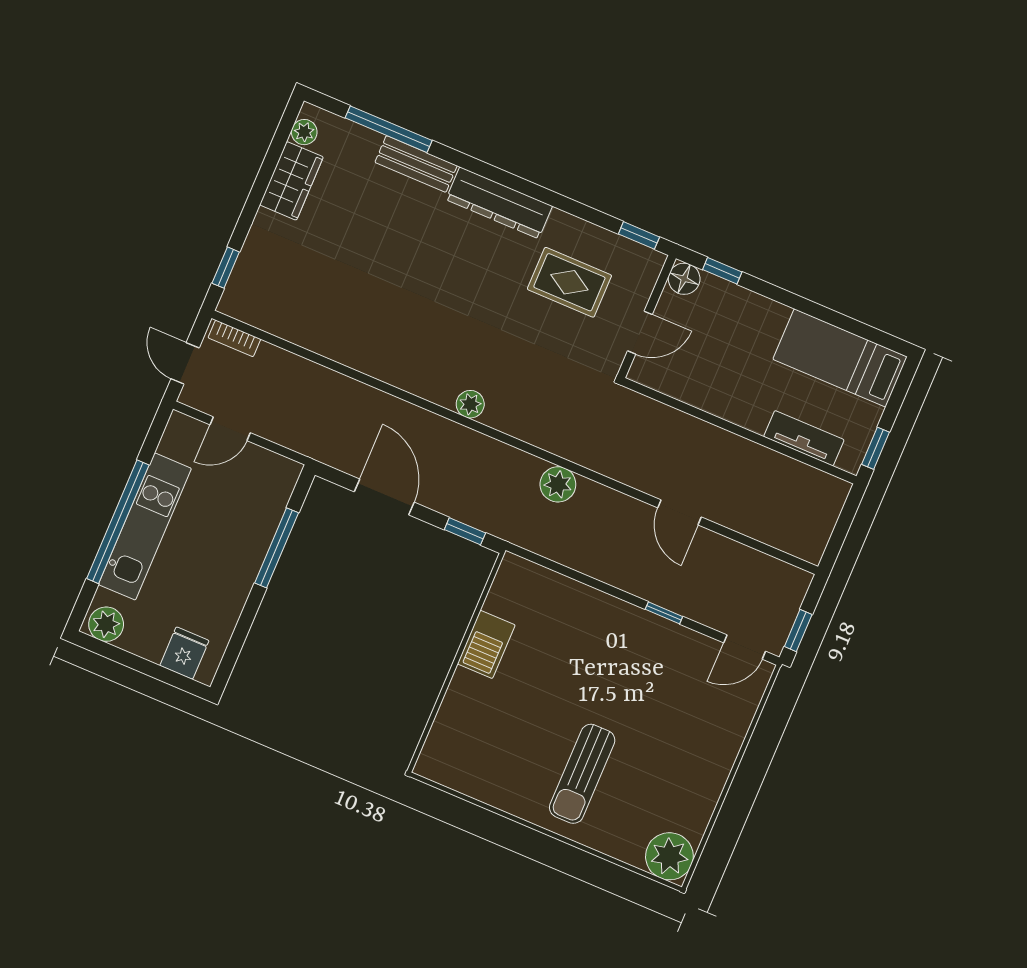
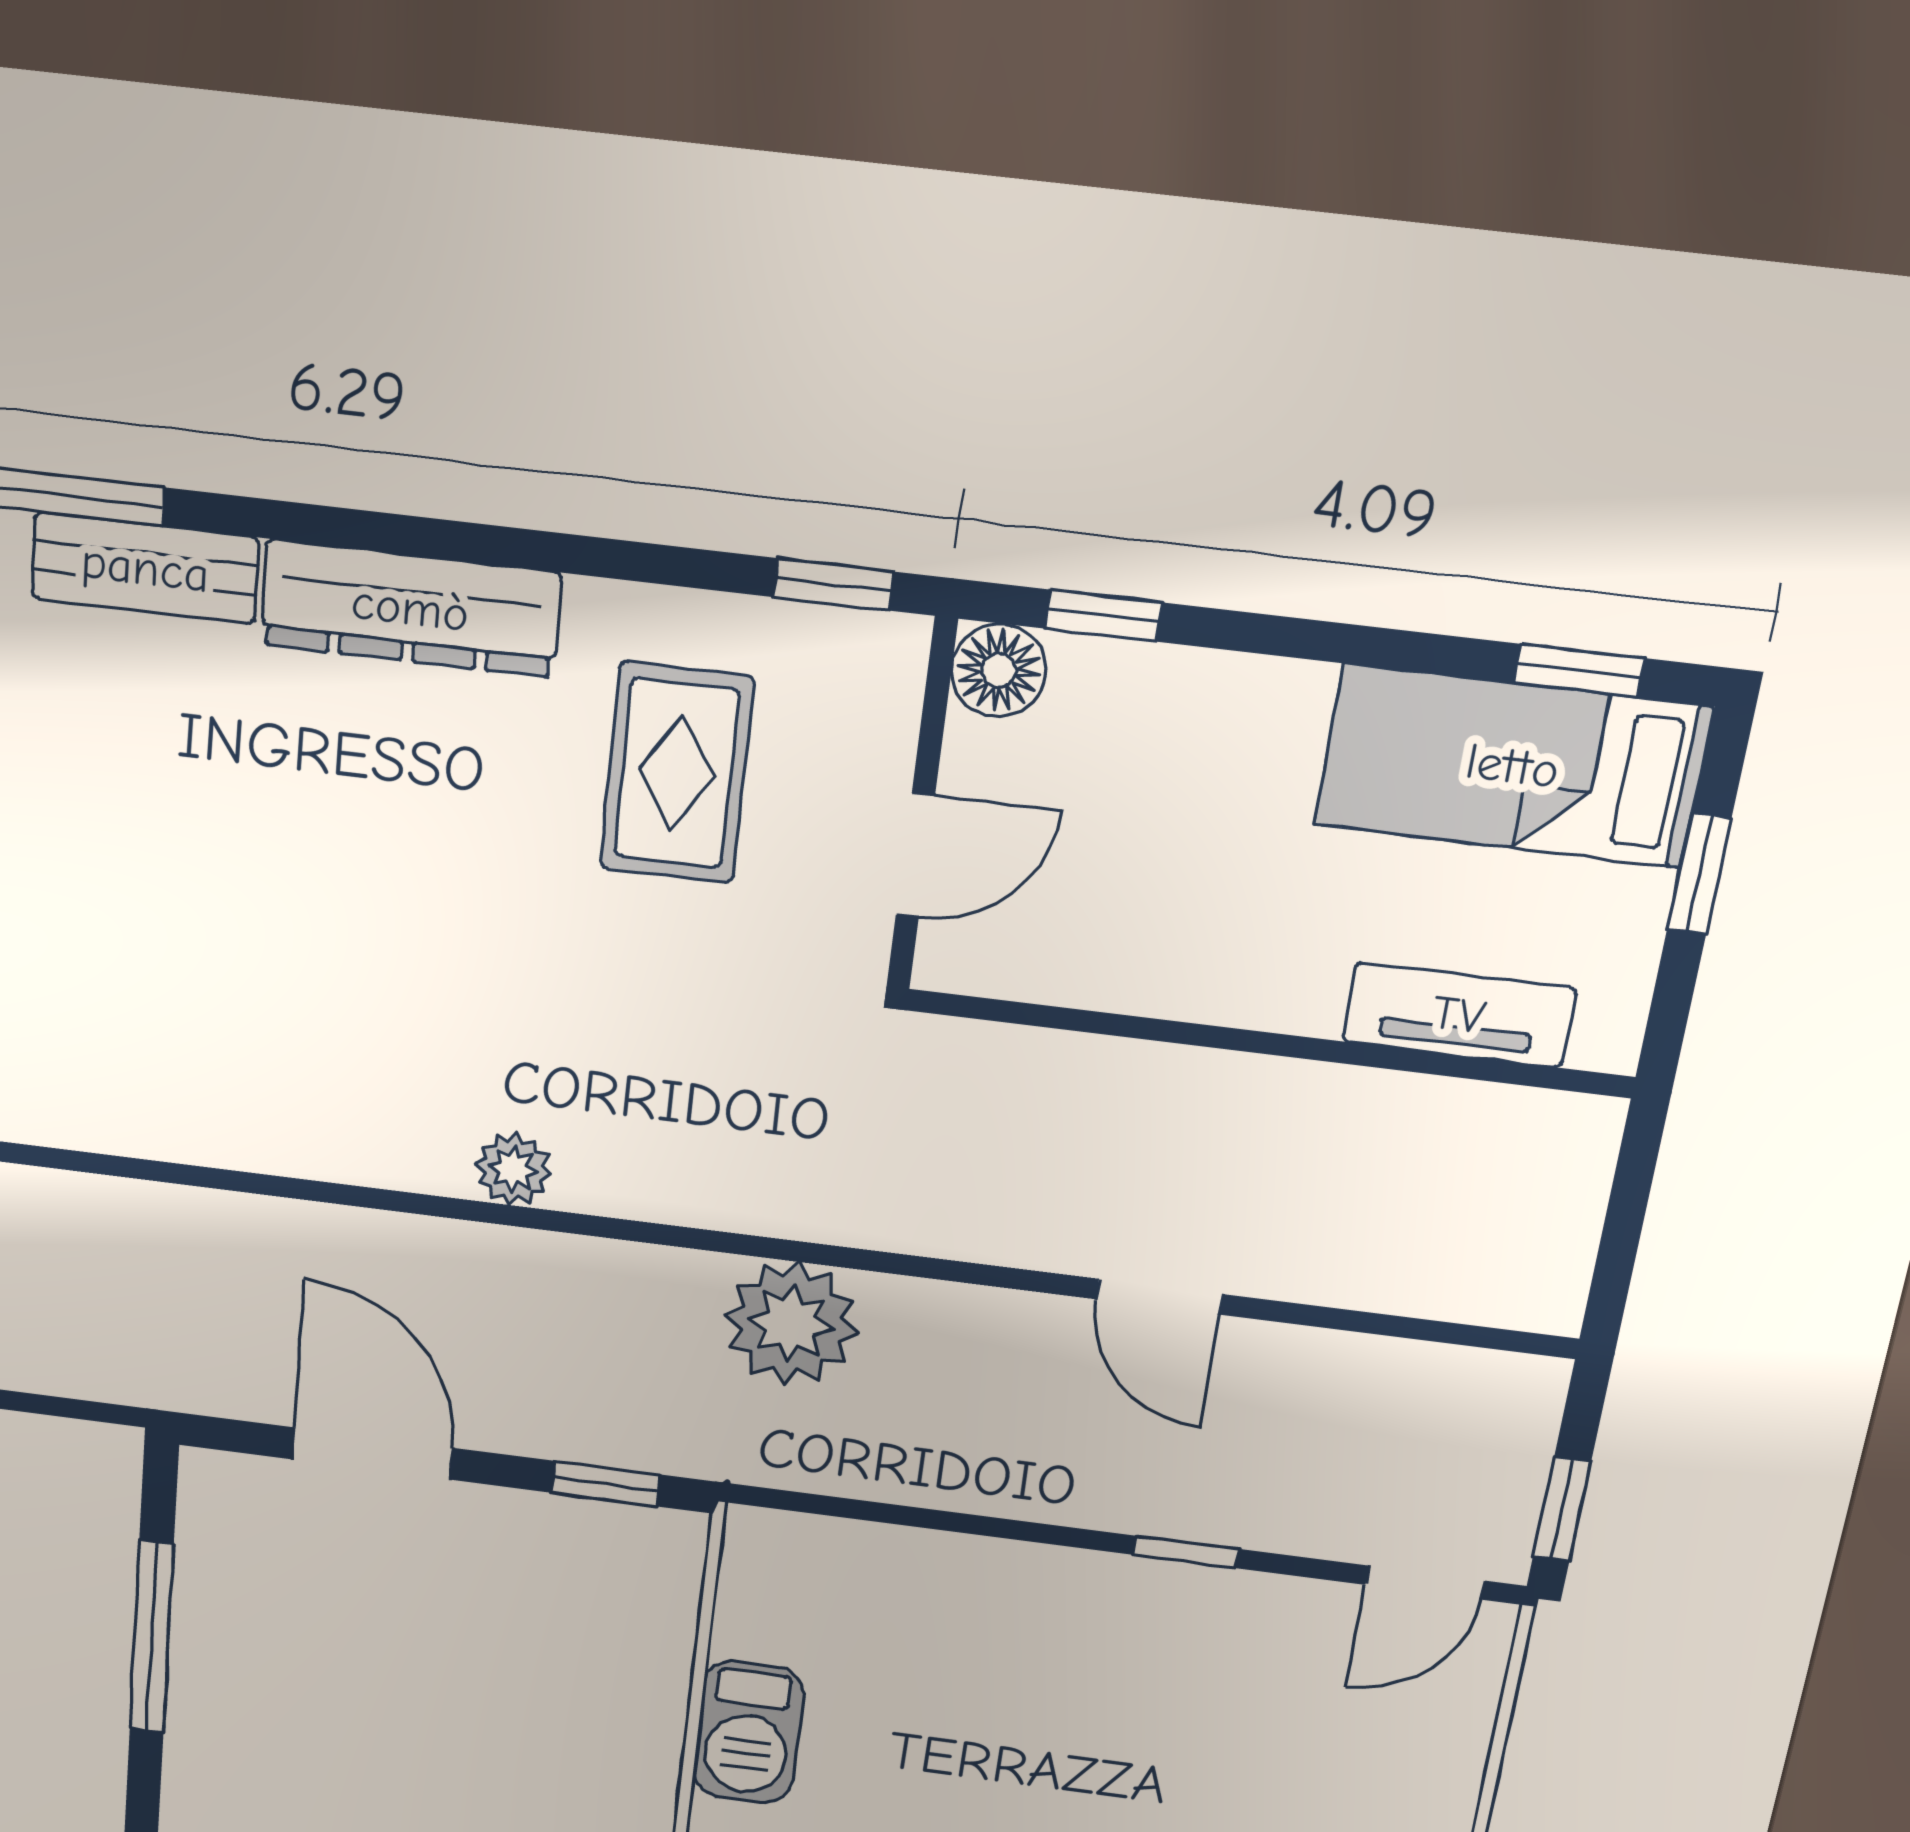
rug: (569, 282) -> (677, 773), turned 90
window: (868, 332) -> (1579, 671), added
window: (876, 448) -> (1699, 874), moved
plant: (558, 484) -> (791, 1324), width x1.36, depth x1.36

